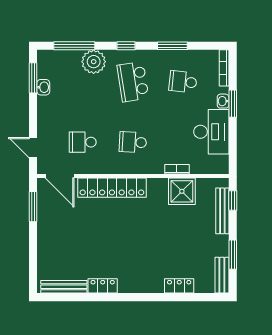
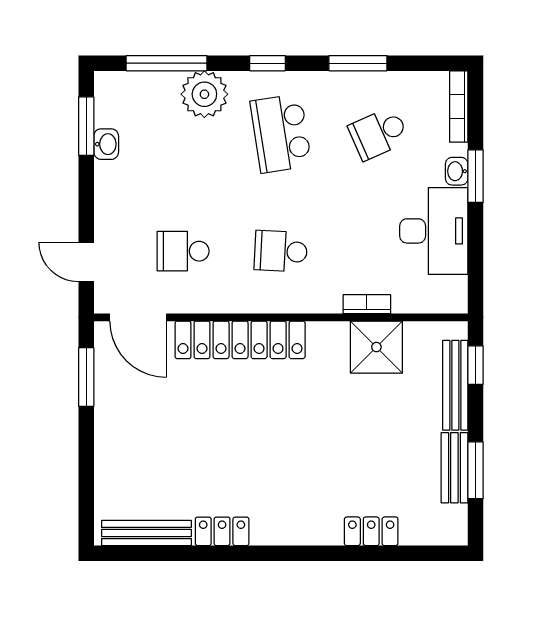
school desk: (183, 82) -> (379, 133), turned -30
bench: (222, 275) -> (454, 468), moved

